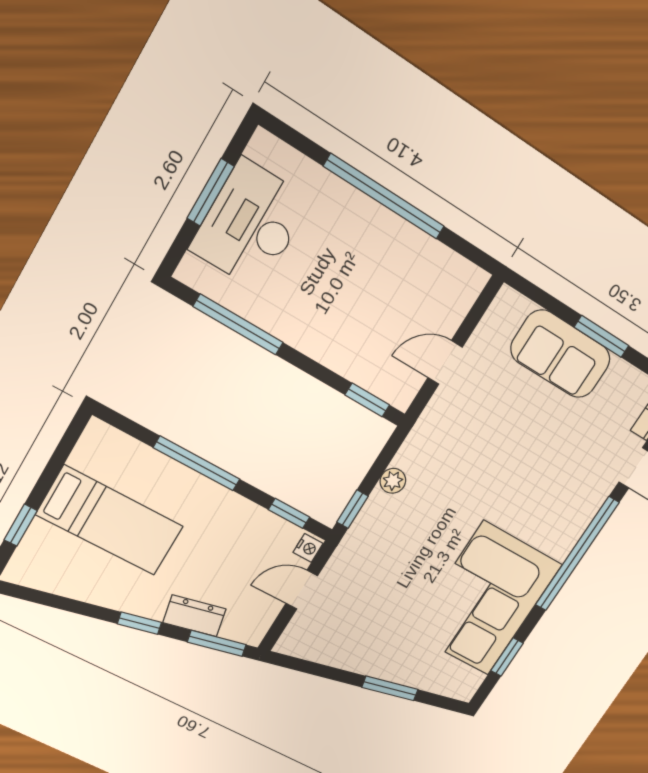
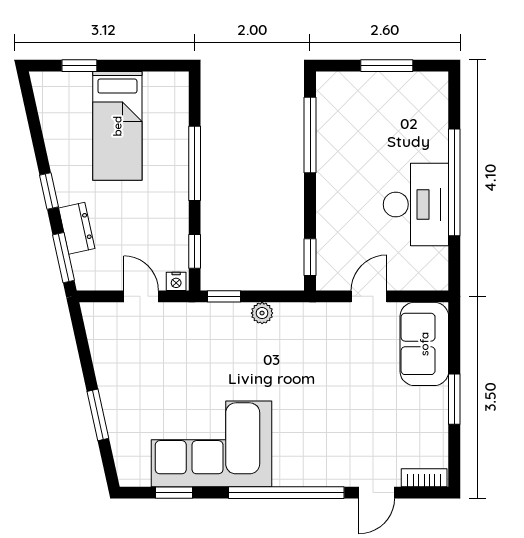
desk: (250, 225) -> (416, 204), moved, turned 90
sofa: (561, 354) -> (424, 344), moved
door: (445, 362) -> (369, 296), hinge flipped

